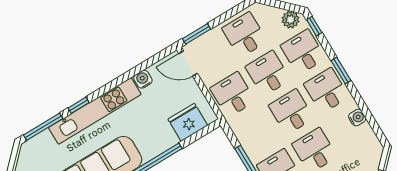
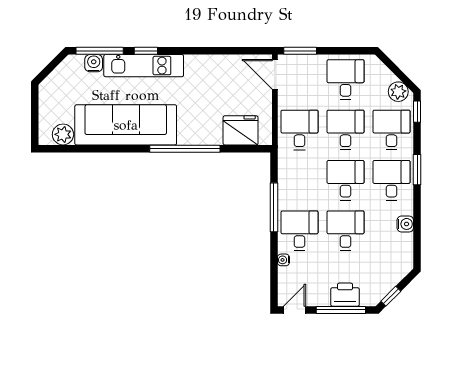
water cooler: (143, 79) -> (94, 63), moved
kitchen unit: (95, 111) -> (144, 66), width x0.73

